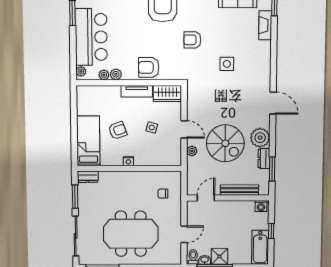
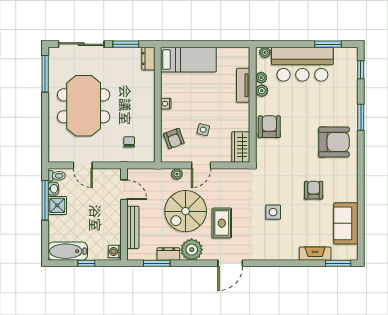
armchair: (192, 40) -> (314, 190), moved
tv unit: (137, 91) -> (243, 85), moved
rug: (236, 111) -> (222, 223), added
armchair: (118, 130) -> (174, 139), moved

